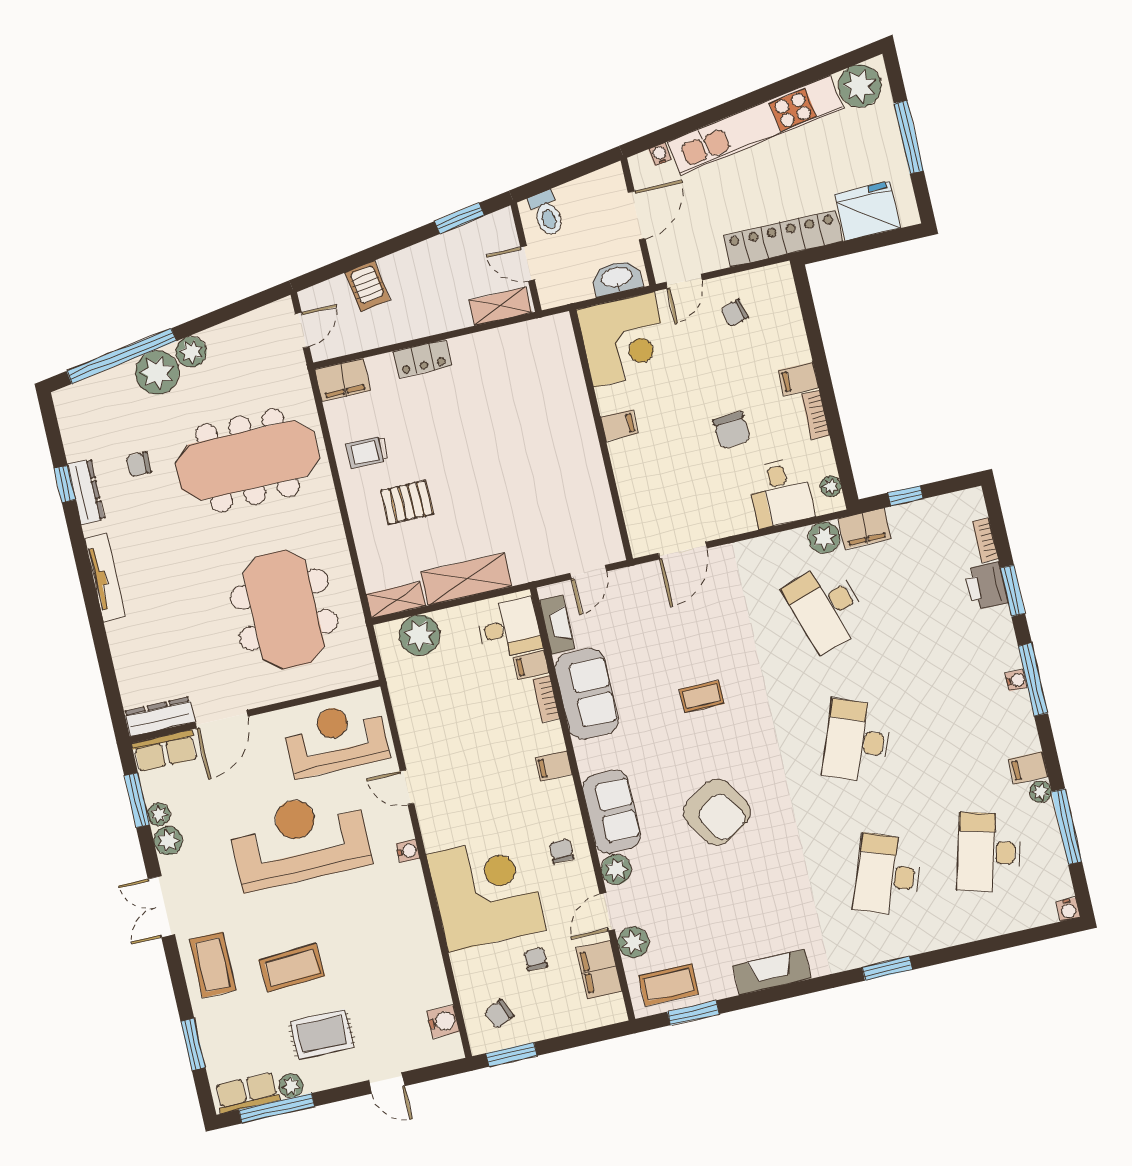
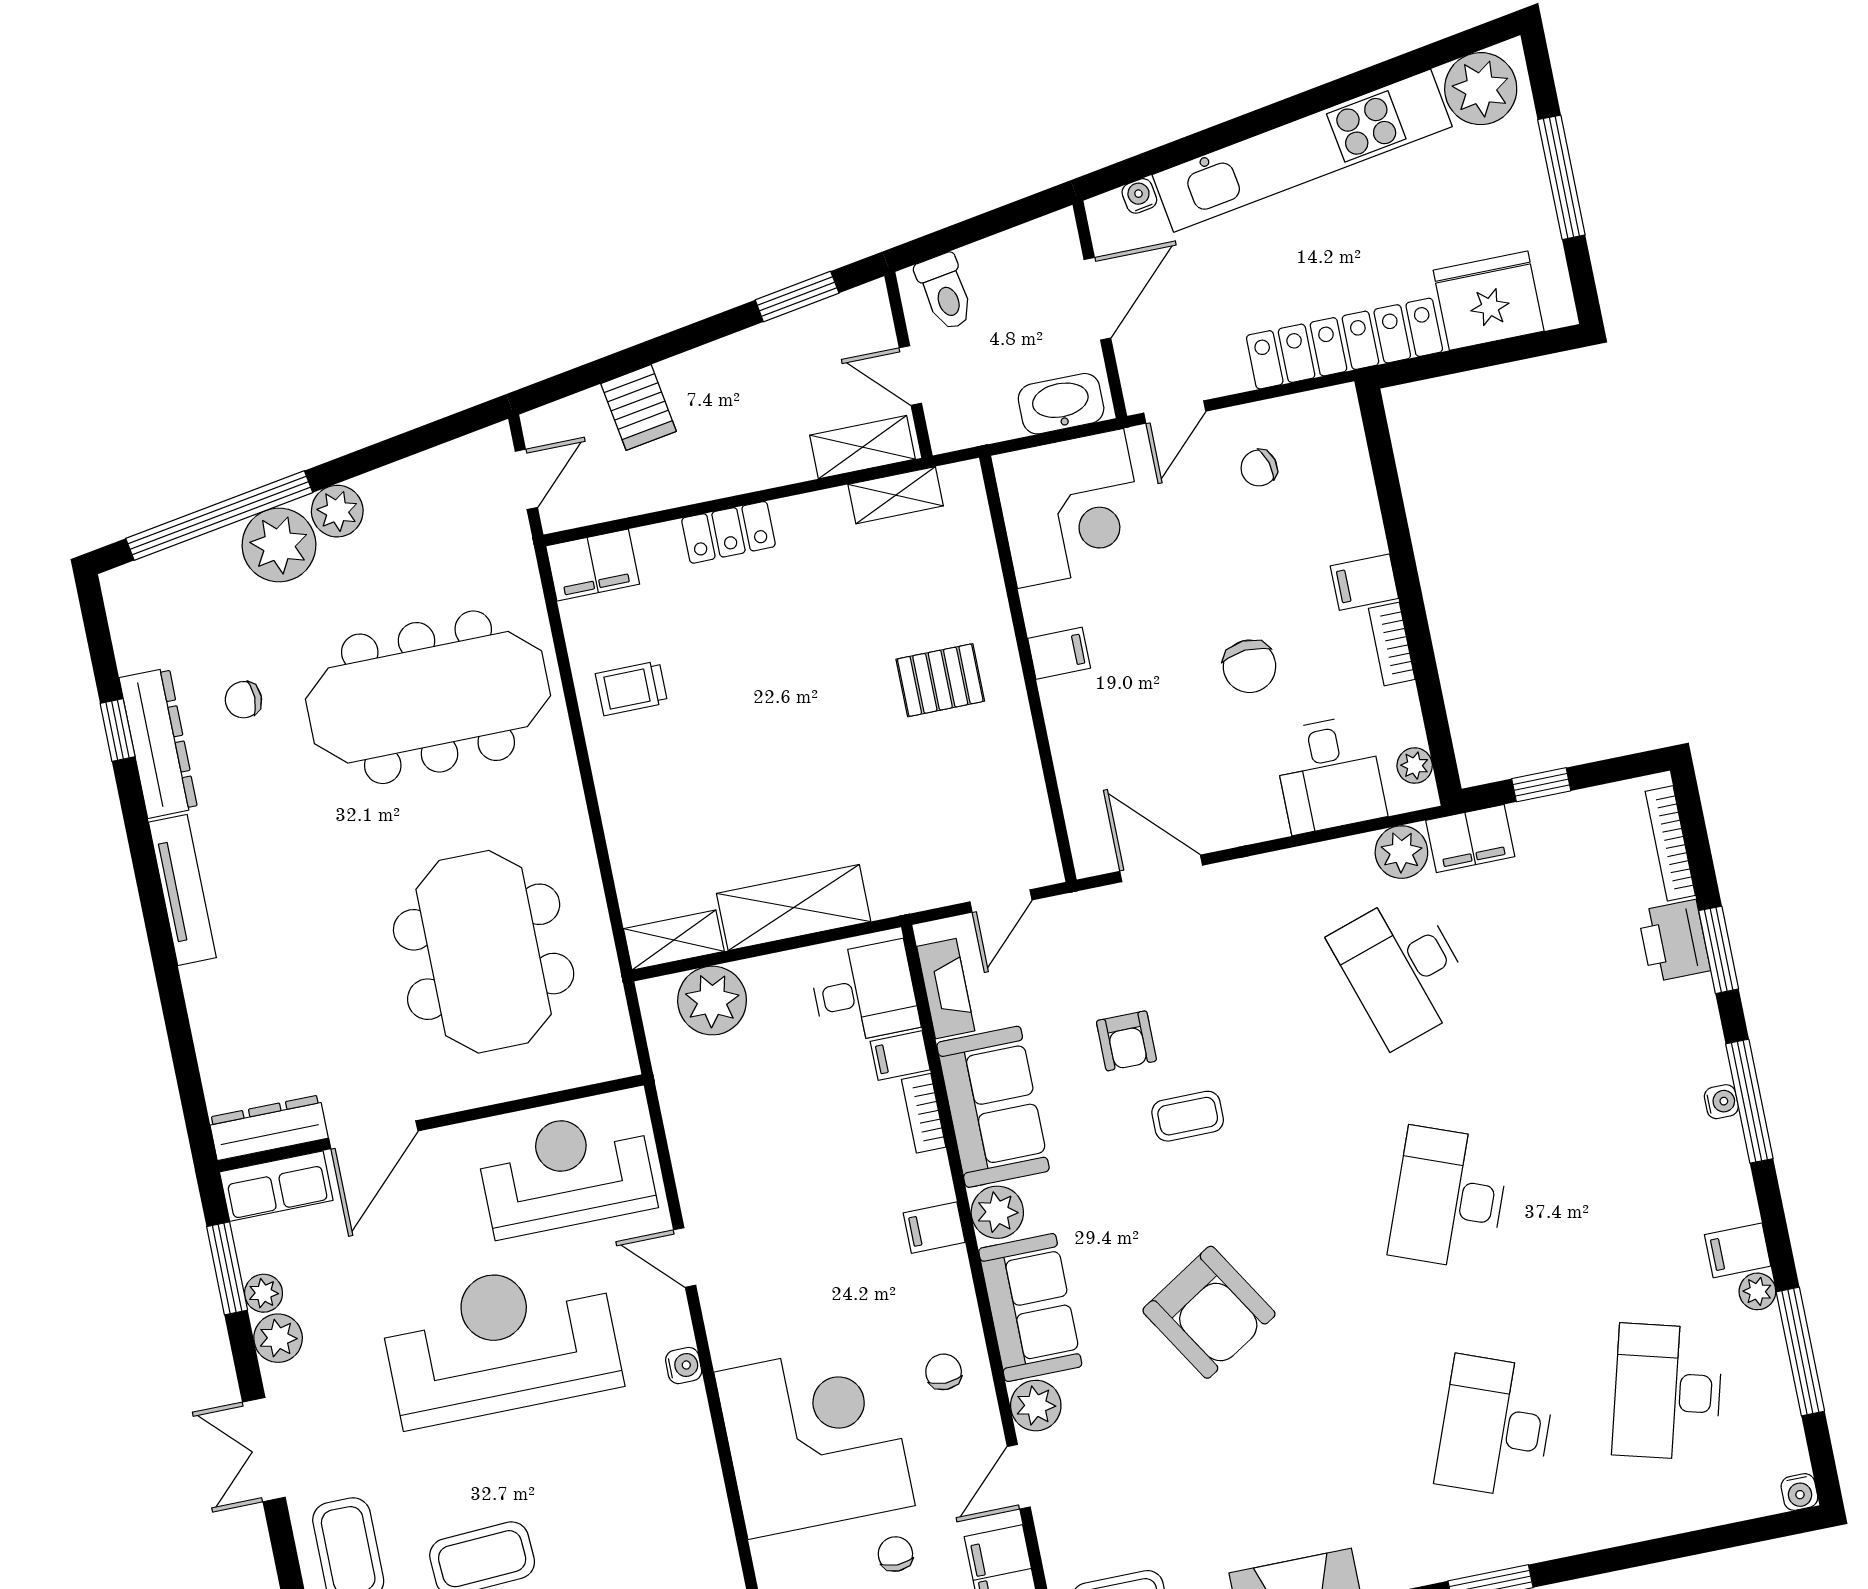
shelving: (520, 334) -> (896, 495), added
dresser: (86, 492) -> (158, 743), width x1.37, depth x1.24
pallet: (407, 502) -> (940, 680), moved
bookcase: (985, 540) -> (1670, 843), width x1.56
door: (682, 551) -> (1161, 868), swing flipped
armchair: (664, 653) -> (1126, 1041), added
plant: (633, 942) -> (997, 1212), moved

